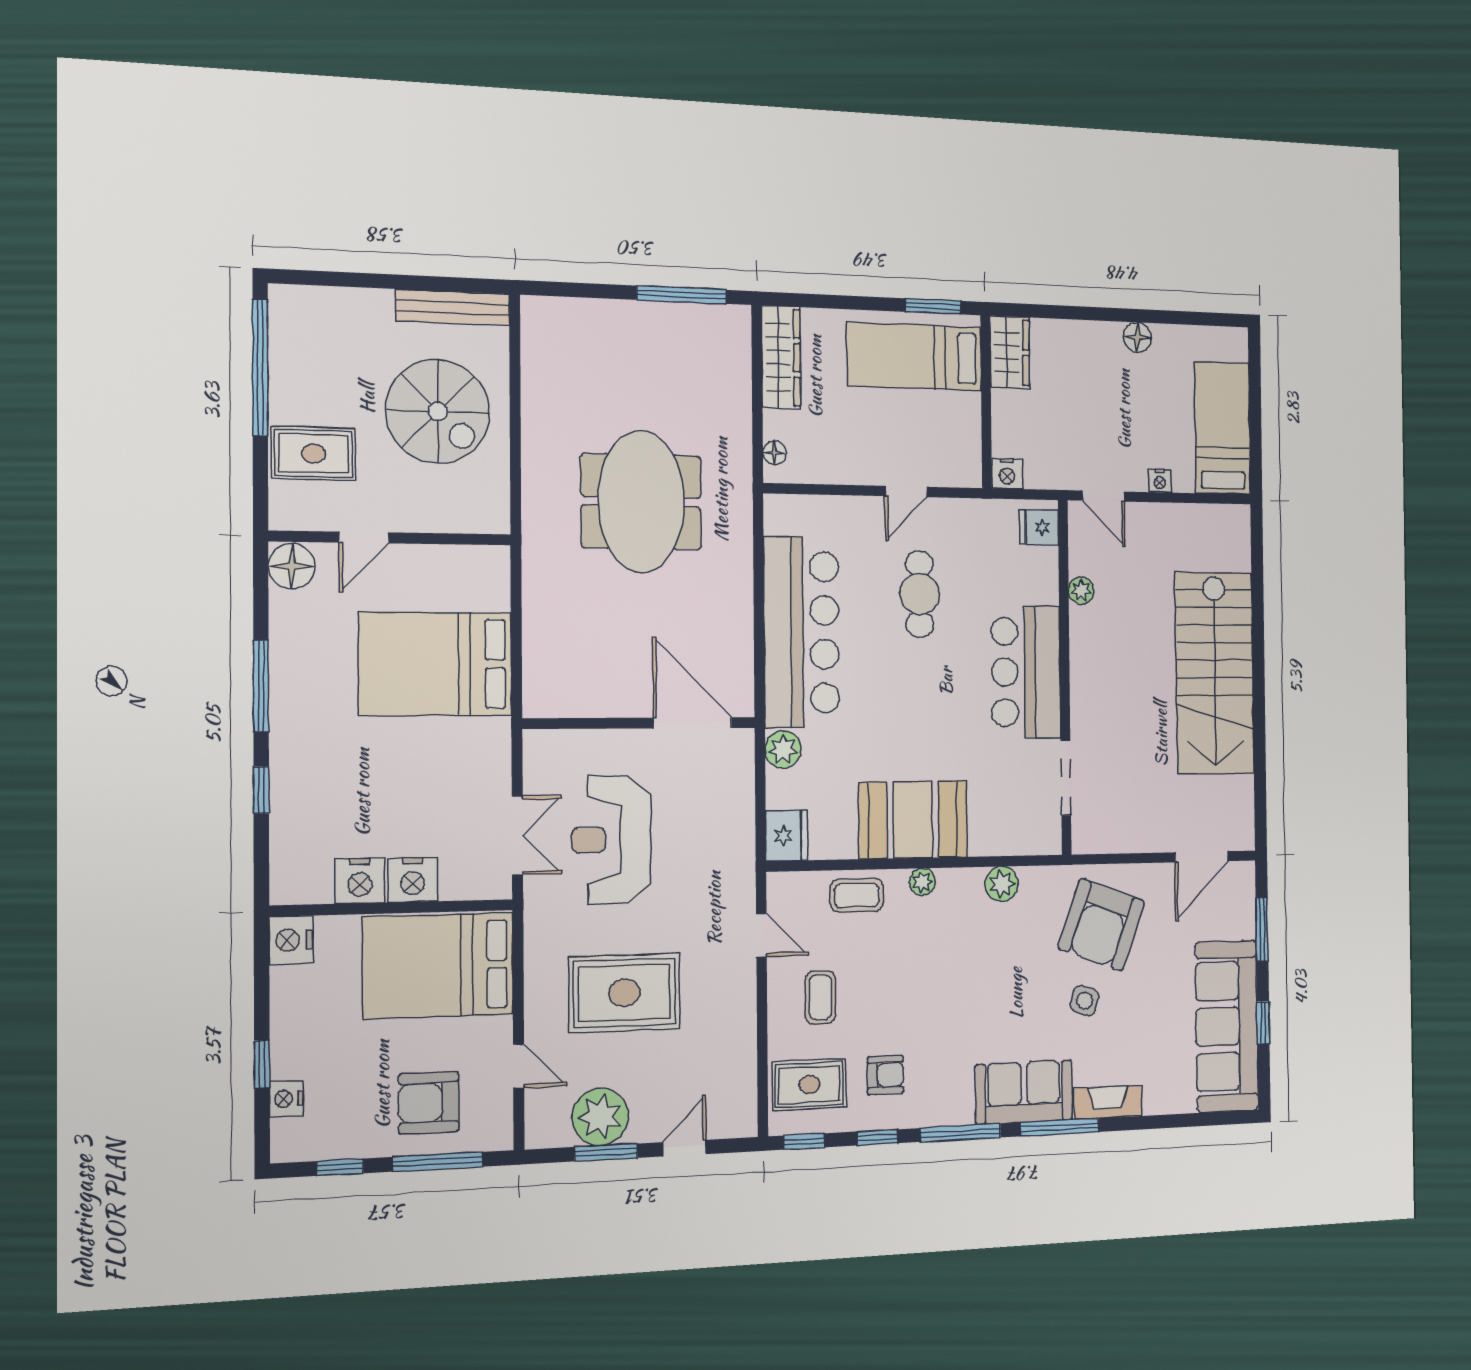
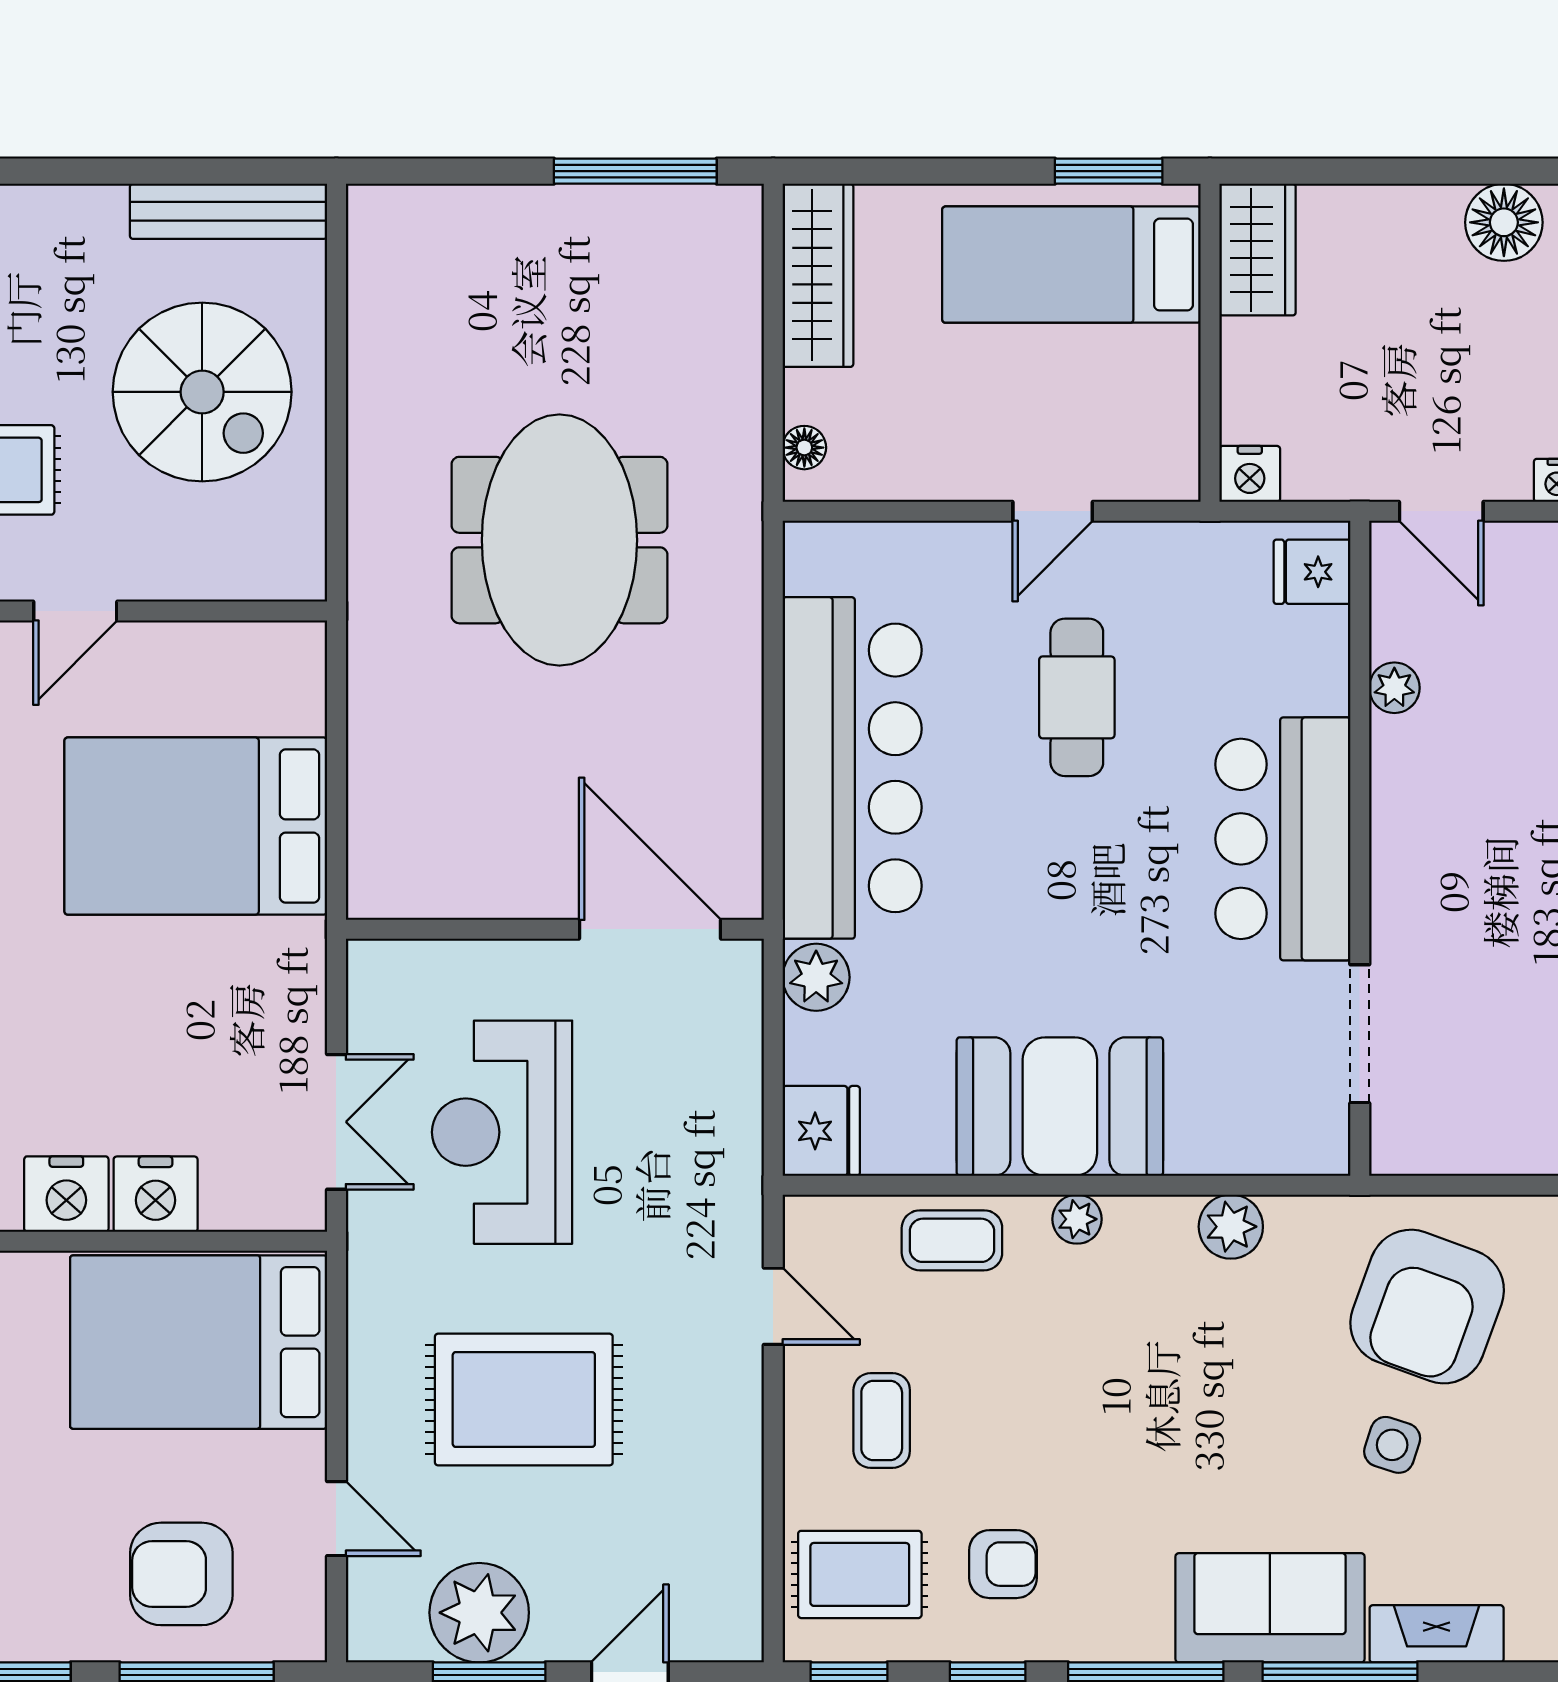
floor lamp: (1138, 337) -> (1504, 222), width x1.38, depth x1.38

